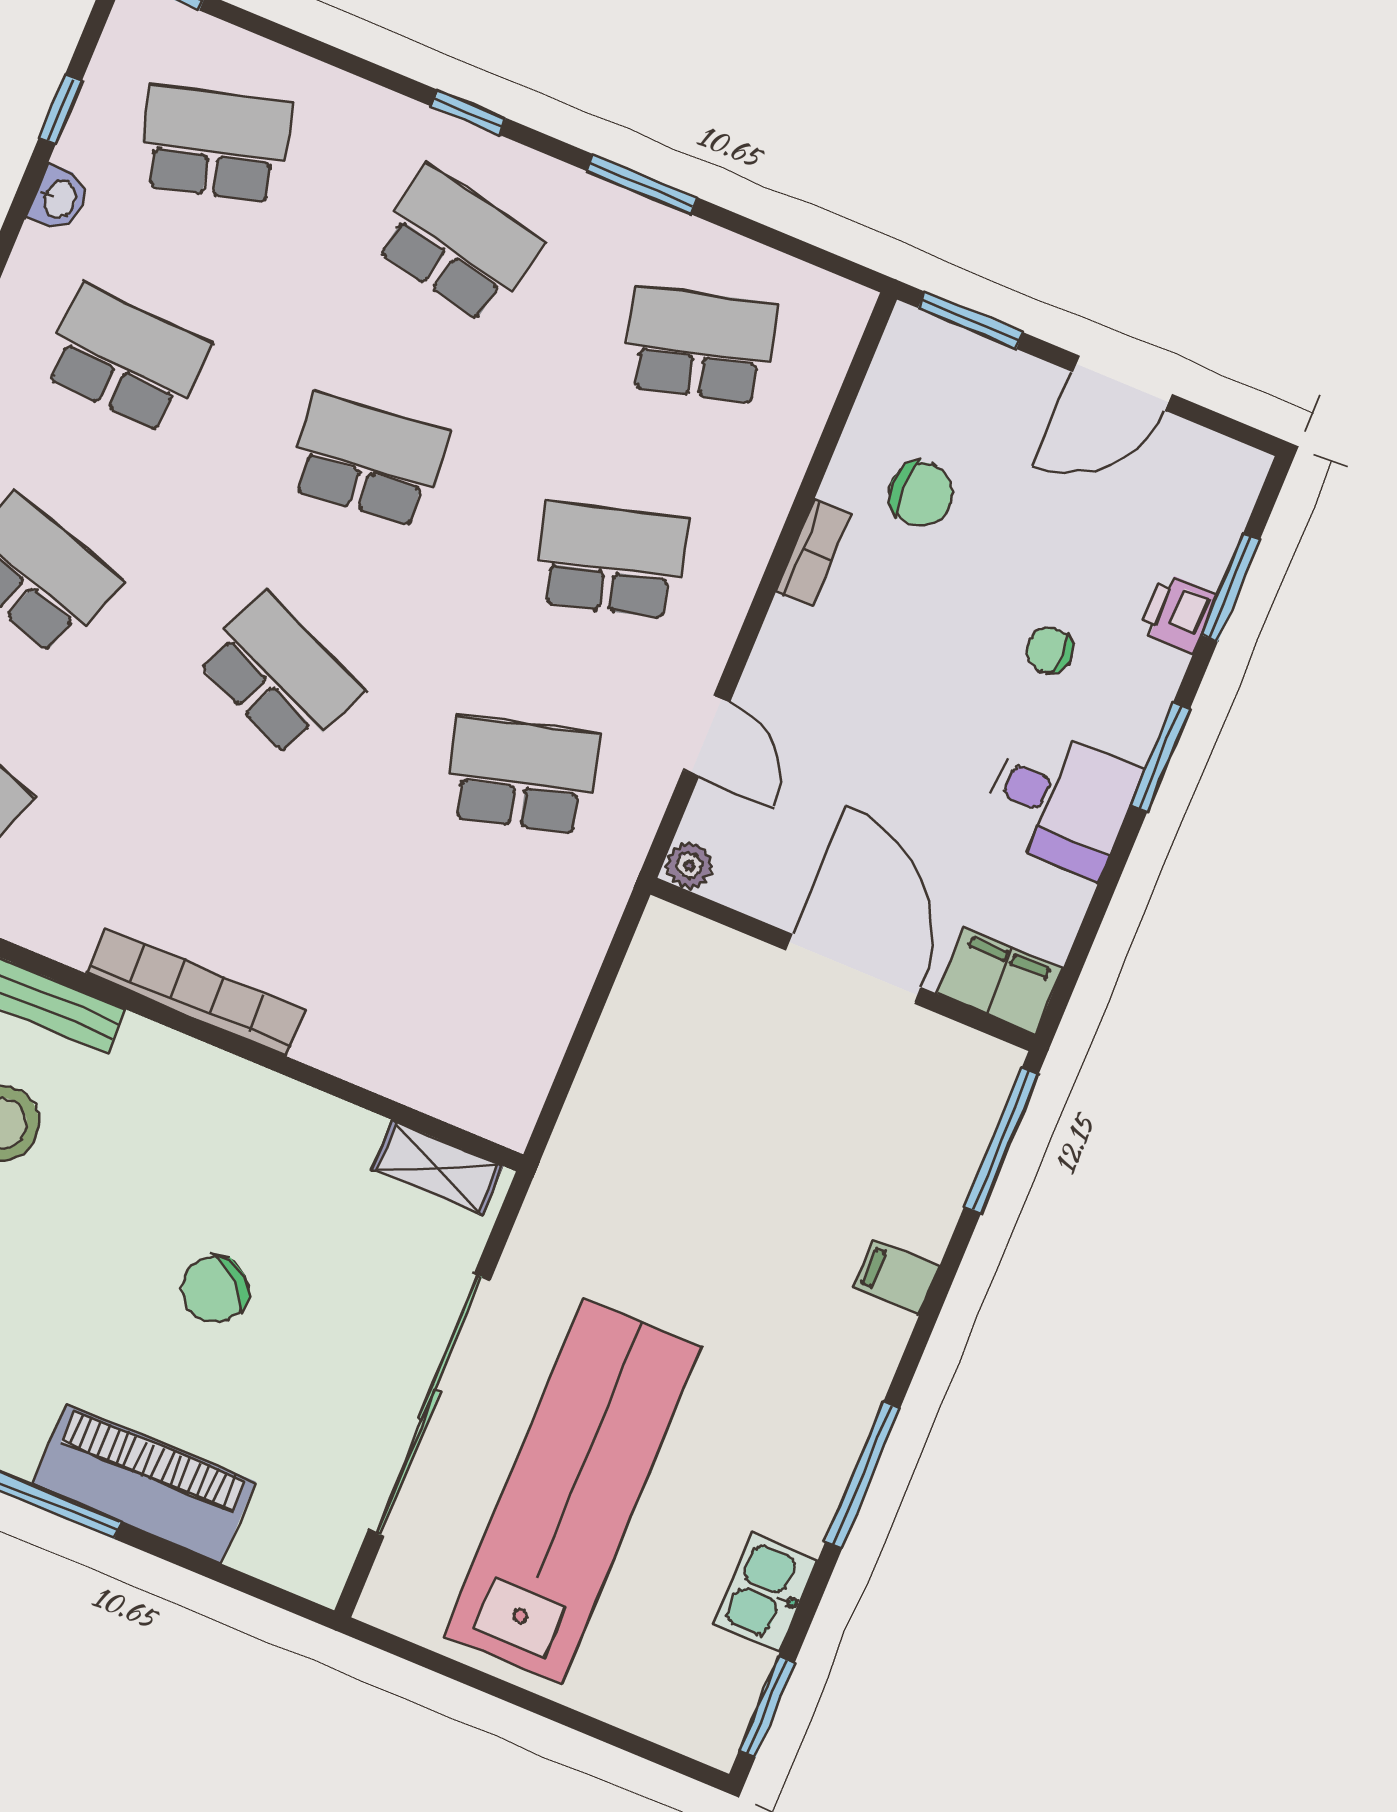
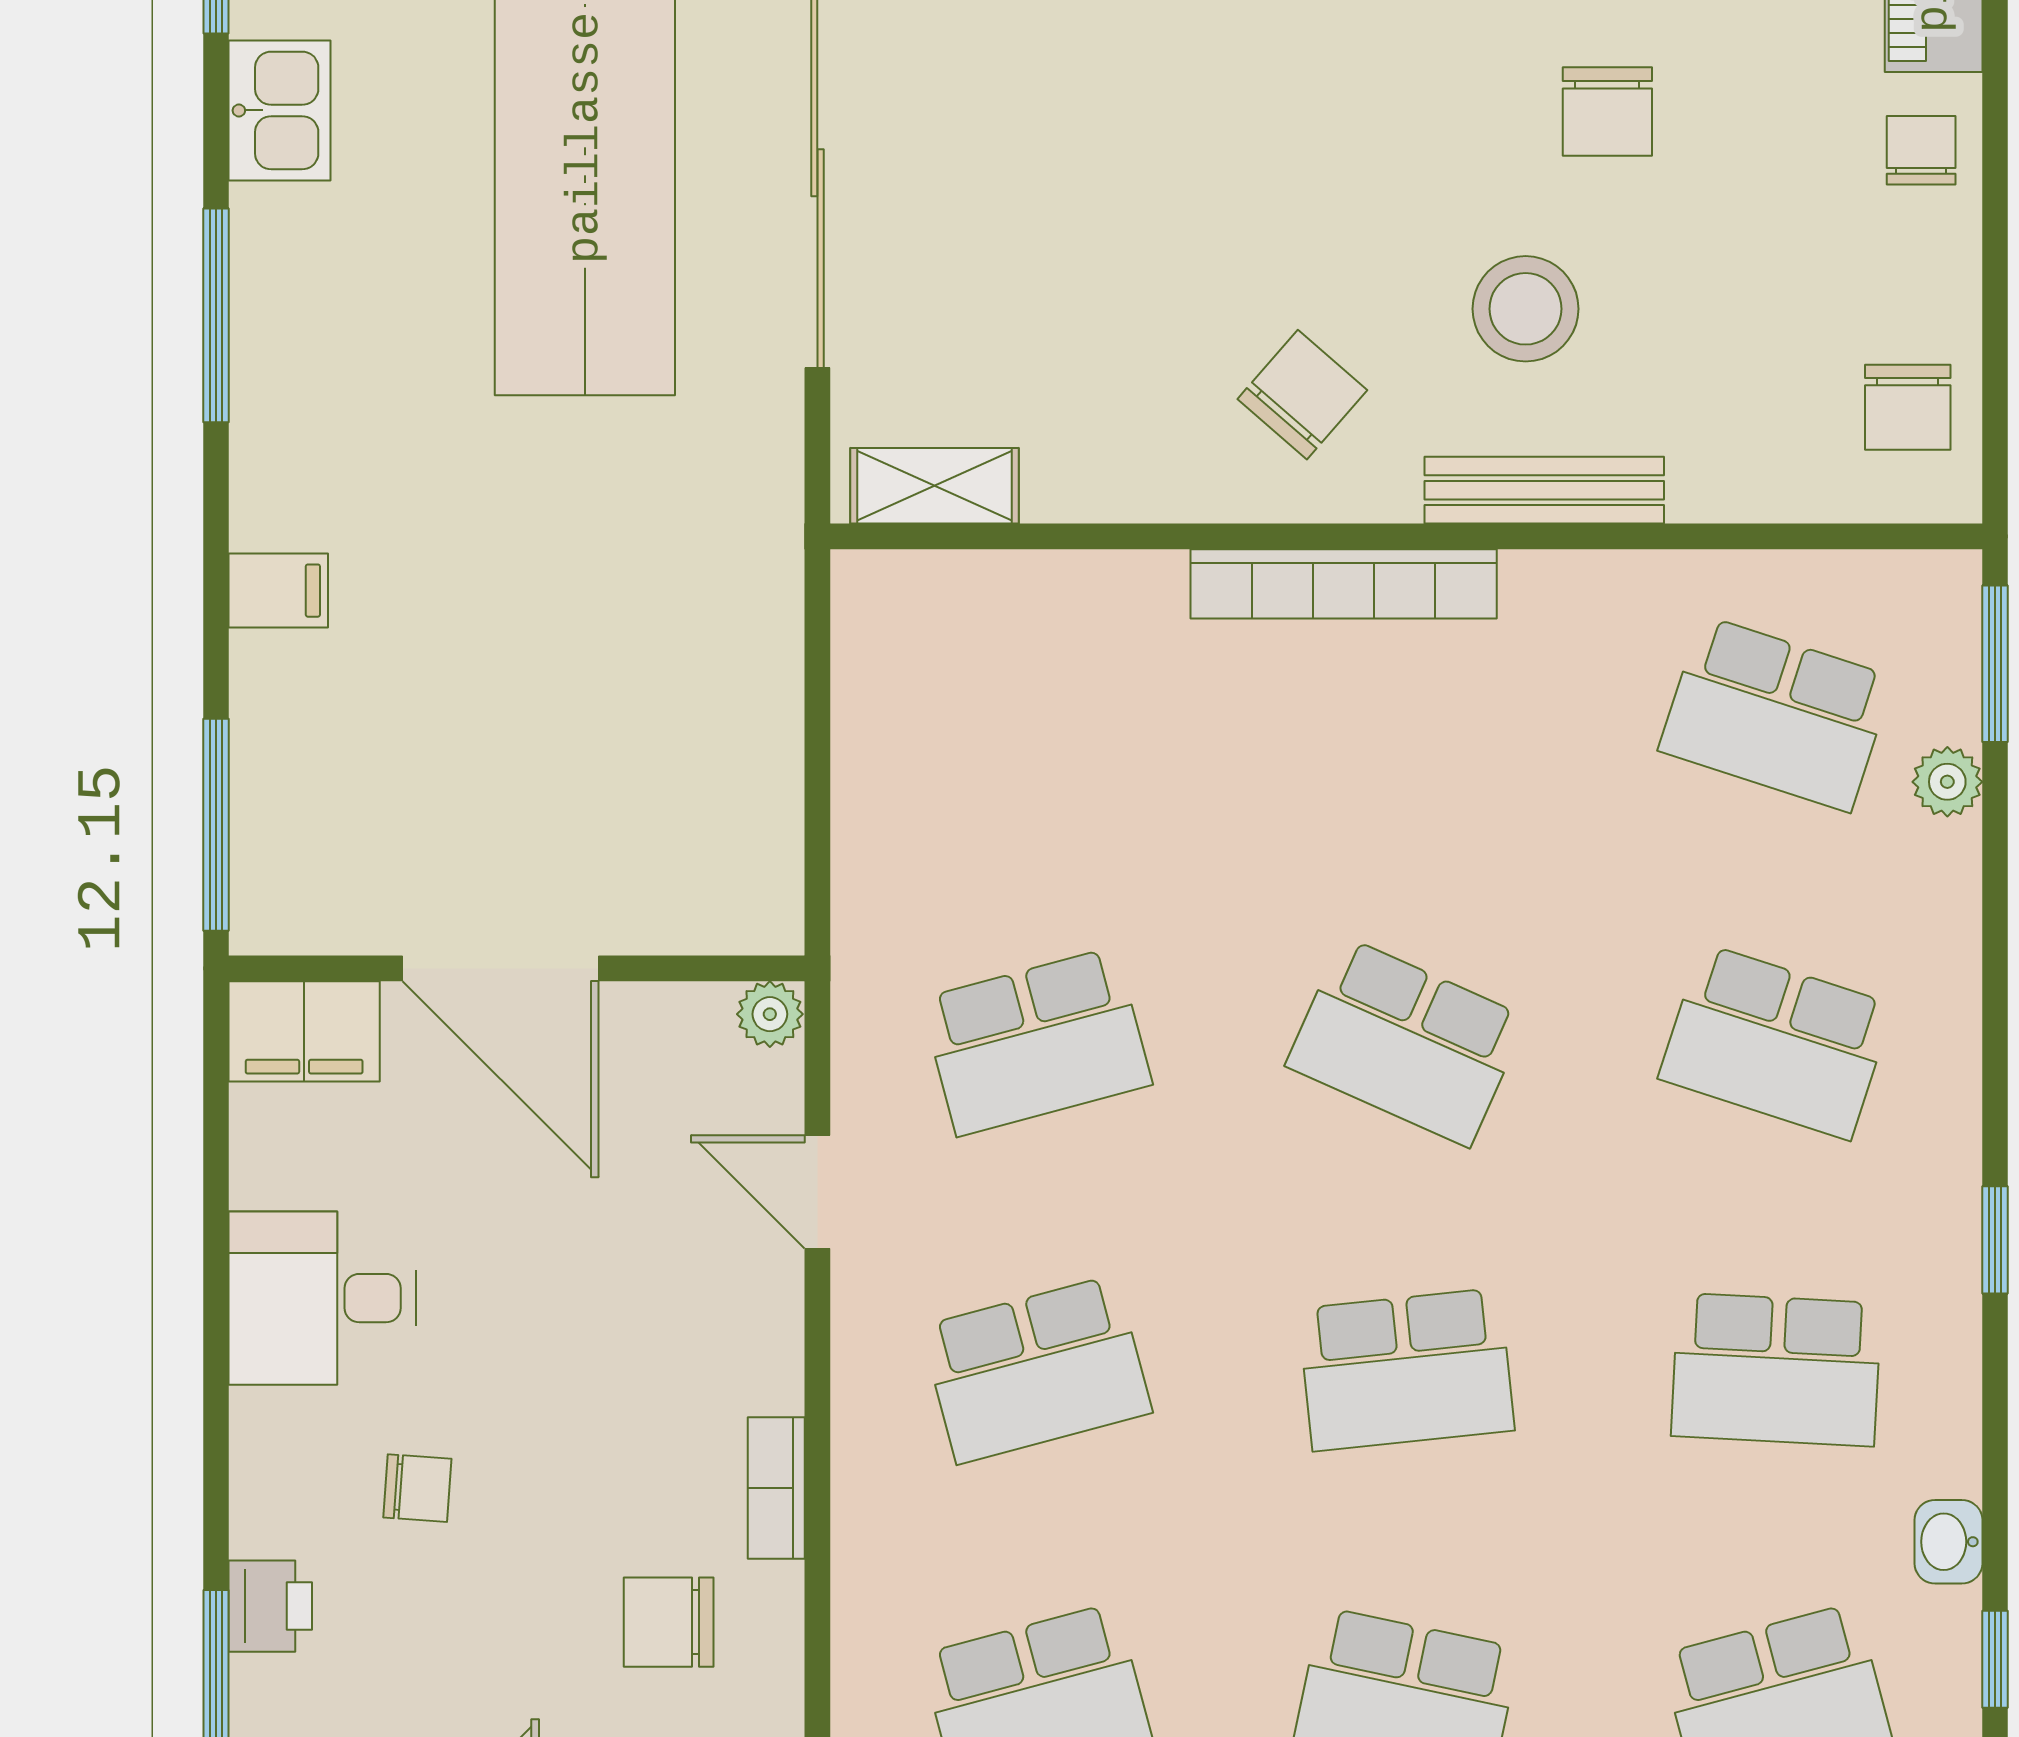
window: (1160, 757) -> (216, 1410), removed
chair: (215, 1289) -> (1302, 395), moved

